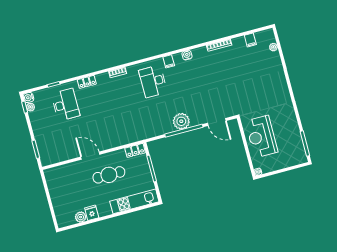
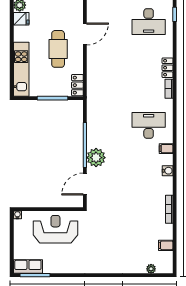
locker: (87, 82) -> (168, 68), moved
plant: (181, 121) -> (96, 158), moved
row of seats: (299, 151) -> (28, 267), added

